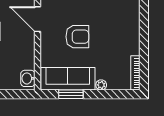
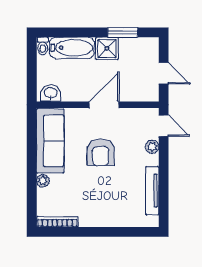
door: (38, 19) -> (104, 105), moved
window: (71, 94) -> (32, 145), removed

